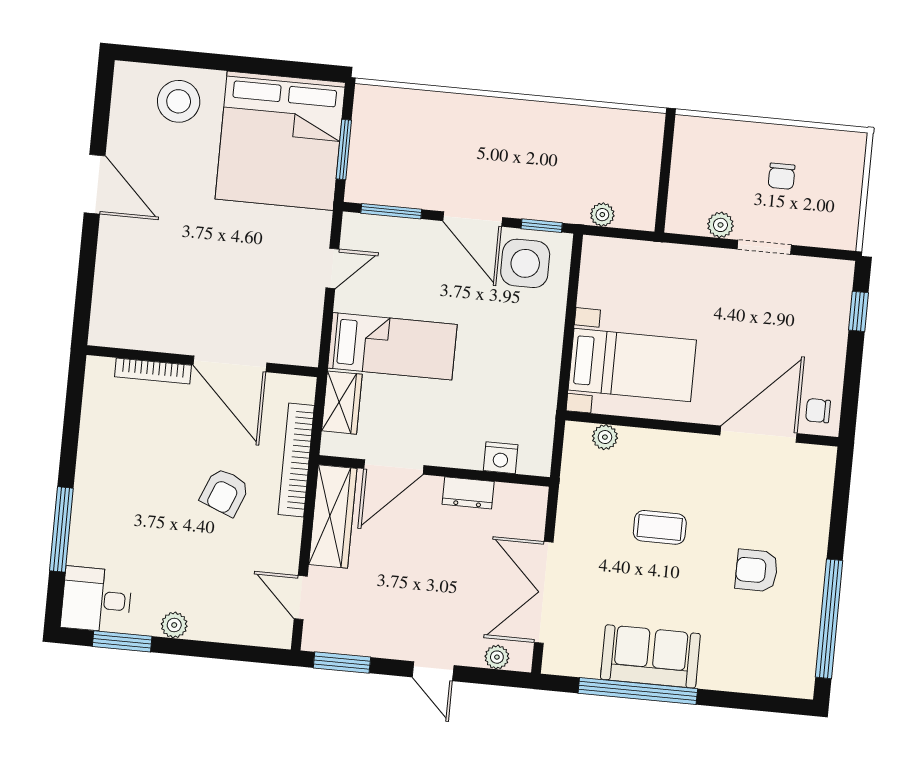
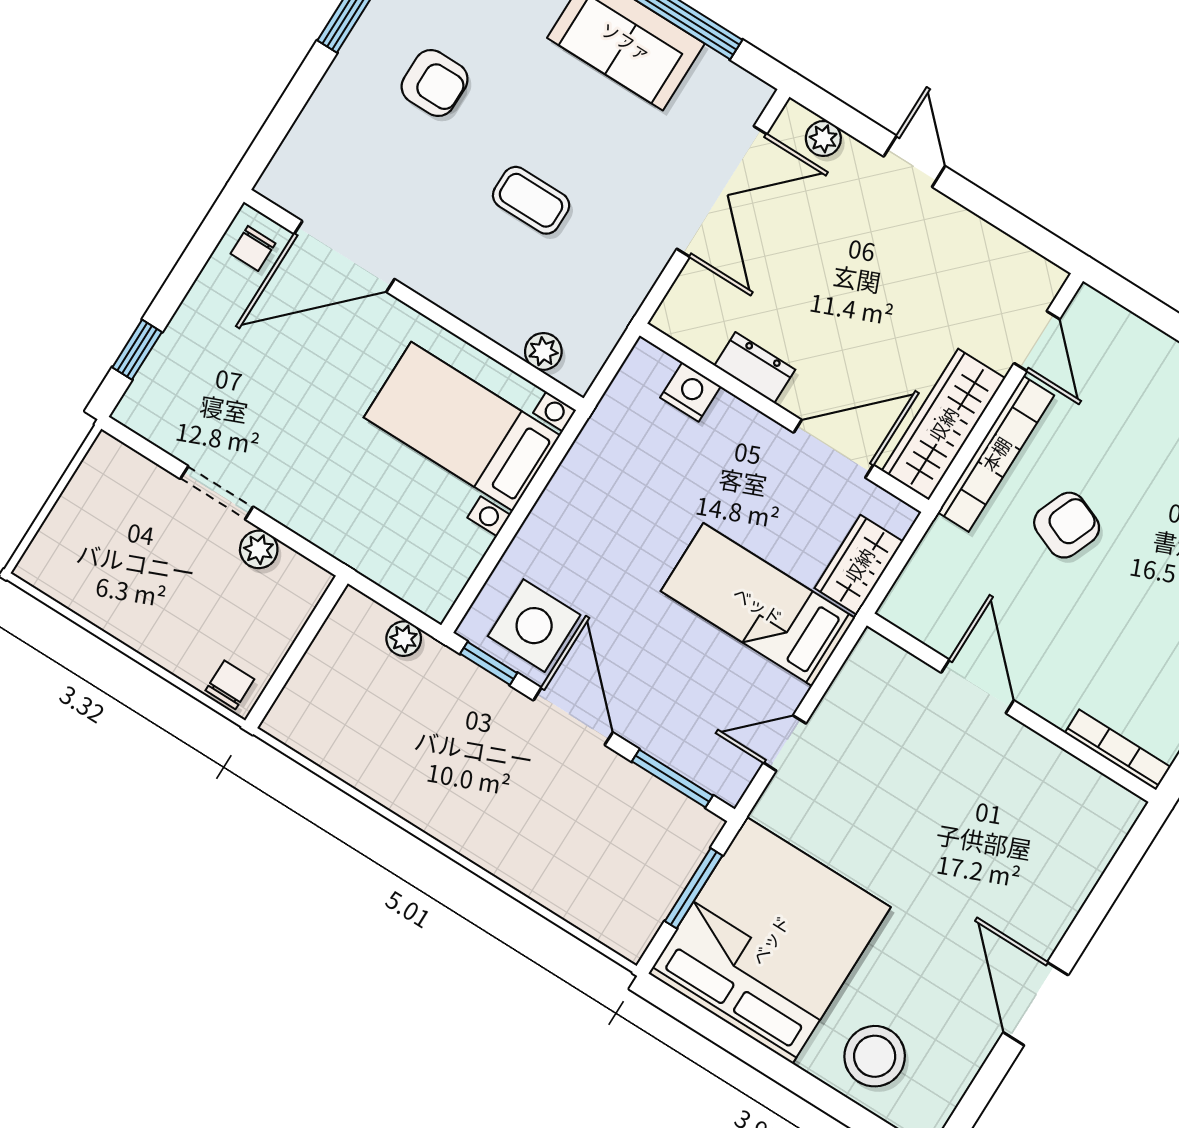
chair: (782, 176) -> (230, 685), moved
door: (230, 364) -> (978, 686), width x0.73
bookcase: (153, 371) -> (1118, 750), moved
chair: (818, 411) -> (253, 248), turned 90
bookcase: (296, 460) -> (996, 454), moved
window: (342, 662) -> (1026, 231), removed

